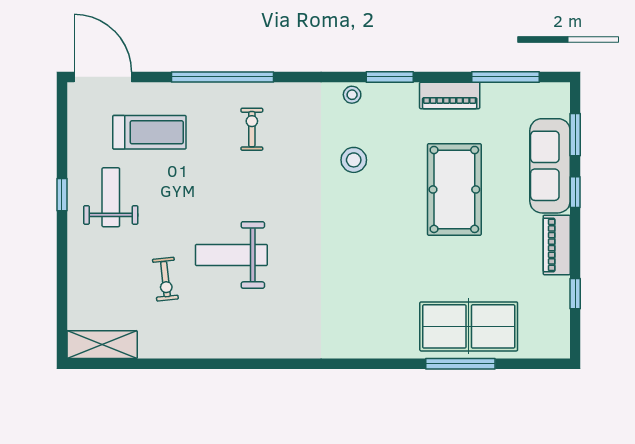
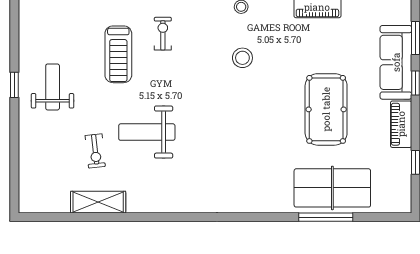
treadmill: (149, 132) -> (118, 54), moved, turned 90
pool table: (454, 189) -> (326, 109), moved
shelving: (102, 345) -> (98, 202), moved

